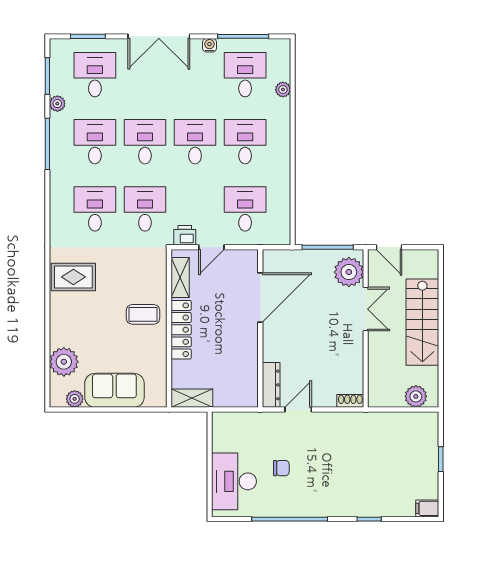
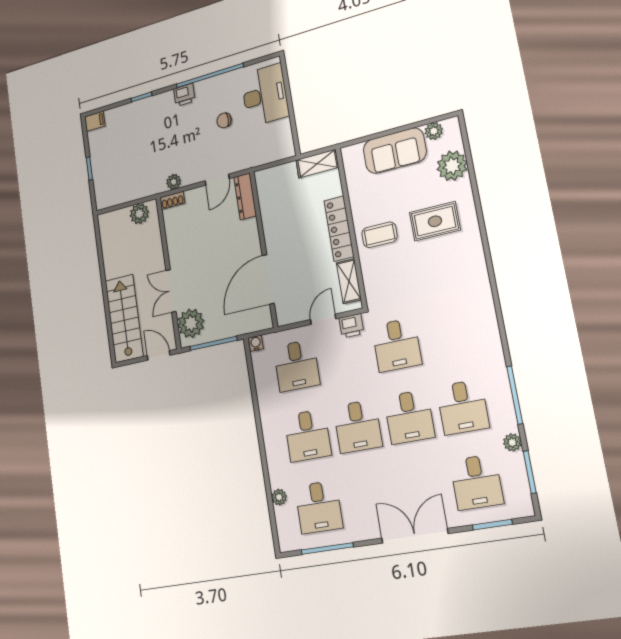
water cooler: (209, 45) -> (256, 343), moved, turned 180
desk: (95, 209) -> (449, 334), removed
rug: (73, 277) -> (435, 221), moved
stairs: (422, 322) -> (124, 318), moved
plant: (416, 396) -> (139, 214), moved
plant: (346, 420) -> (174, 182), added
printer: (320, 507) -> (184, 95), added

